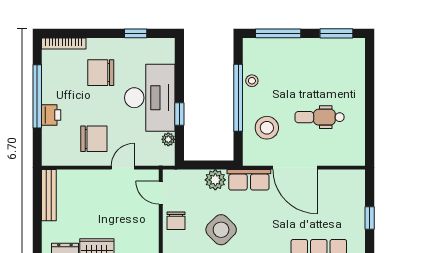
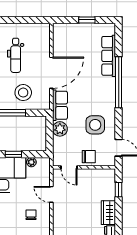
chair: (94, 139) -> (31, 215), width x0.54, depth x0.54
door: (161, 193) -> (69, 167), hinge flipped
side table: (221, 230) -> (95, 125), turned 45

